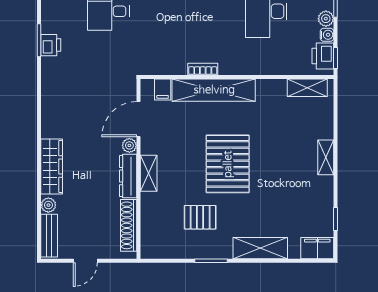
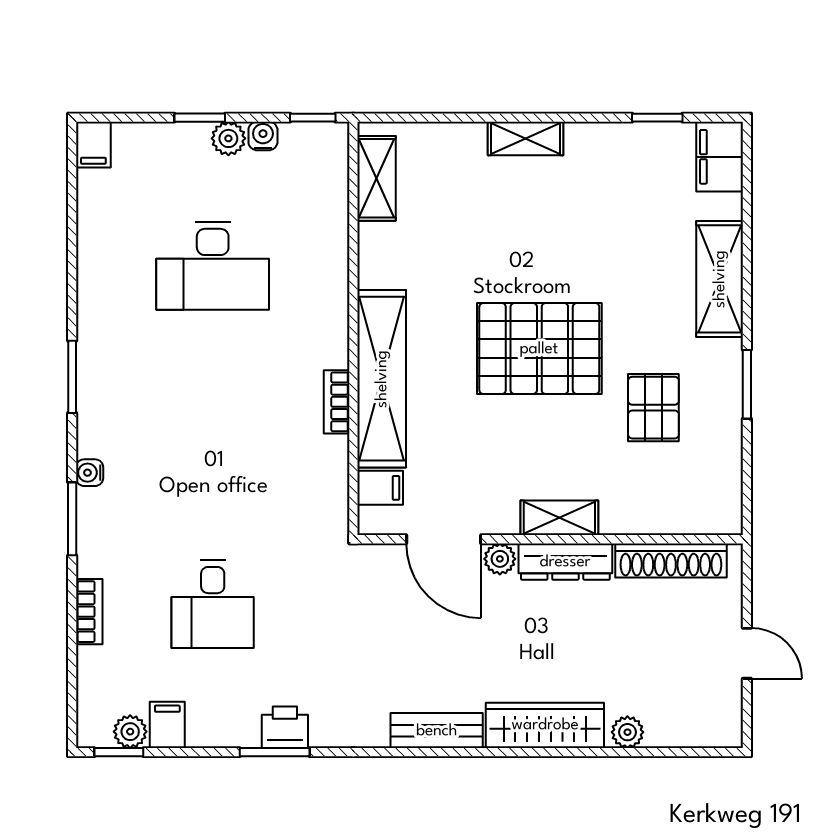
printer: (323, 56) -> (309, 145), removed
bench: (49, 236) -> (437, 731), moved

